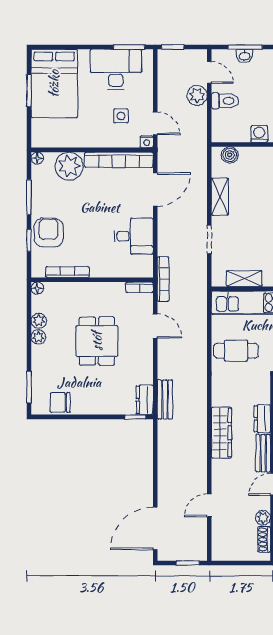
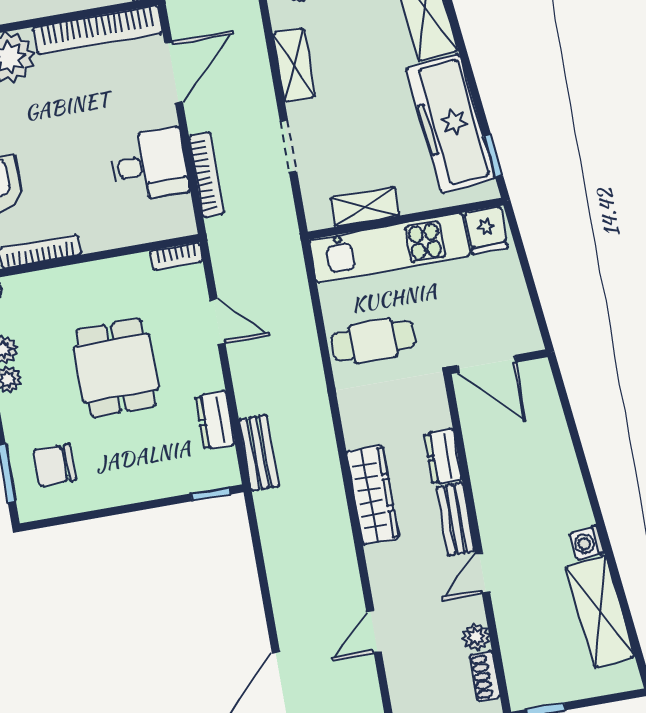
bookcase: (163, 279) -> (207, 175), moved
dresser: (145, 400) -> (215, 420), moved
chair: (60, 402) -> (55, 465), moved

